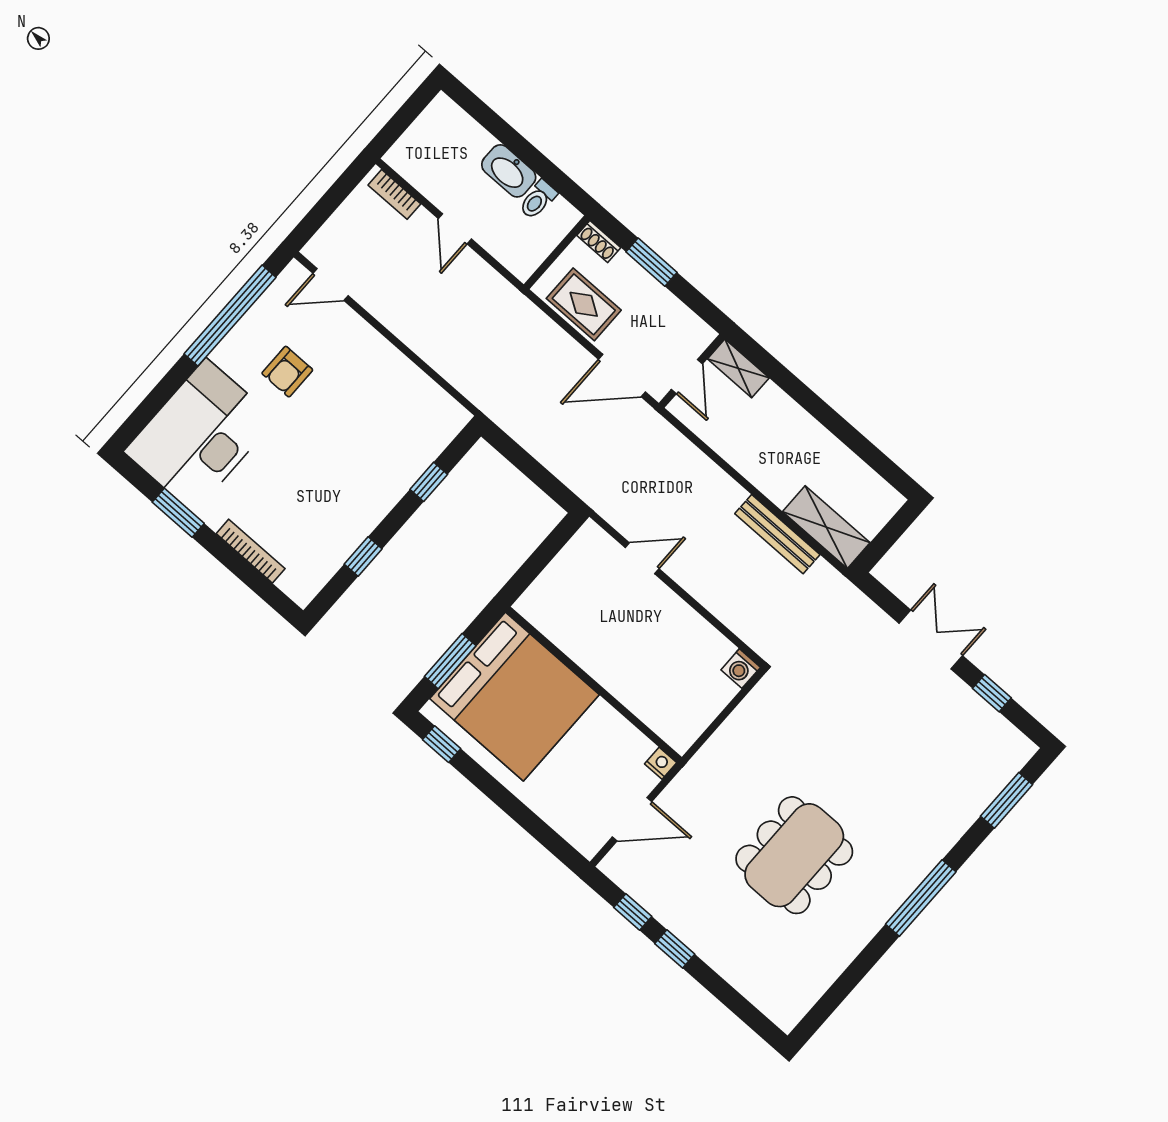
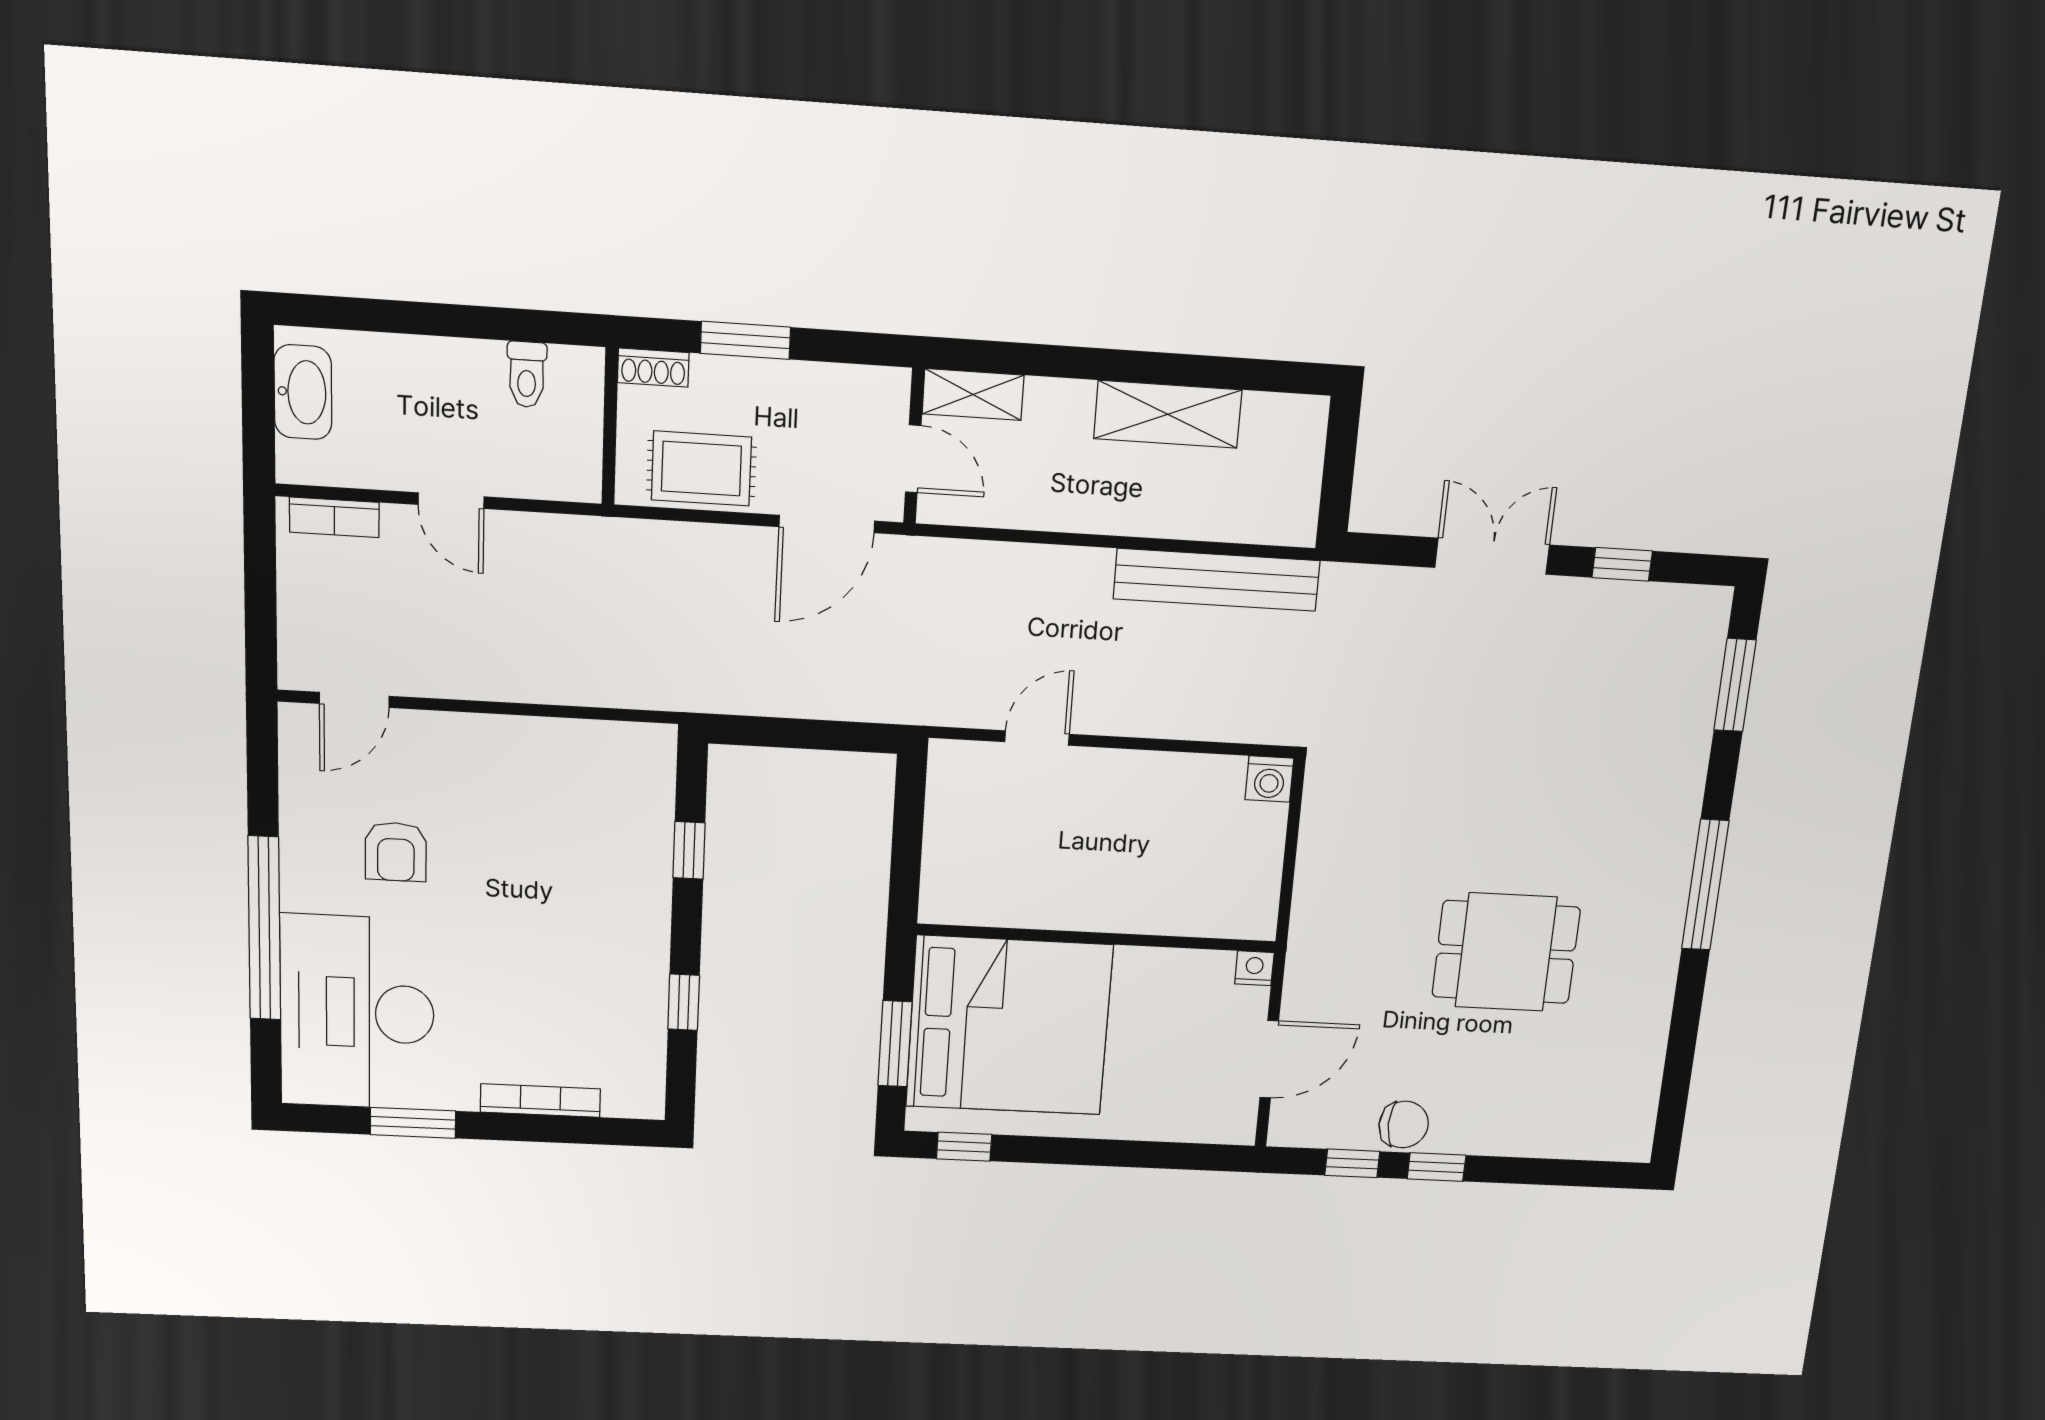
washbasin: (509, 171) -> (303, 392), moved, turned -90
window: (230, 316) -> (264, 928), moved
shelving: (826, 527) -> (1168, 414), moved
bench: (777, 534) -> (1217, 580), width x1.37, depth x1.21
dining table: (794, 855) -> (1506, 952), width x0.73
chair: (675, 911) -> (1404, 1125), added

